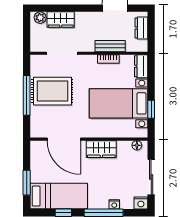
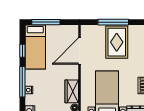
wardrobe: (101, 149) -> (72, 91), moved
window: (27, 183) -> (46, 22), width x1.44

